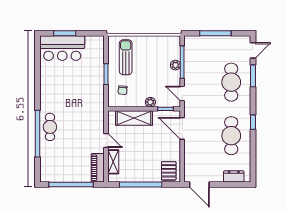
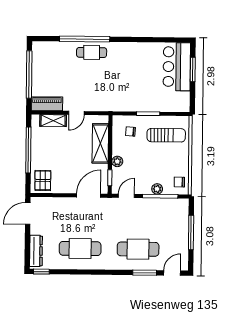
chair: (169, 45) -> (179, 182), added
door: (253, 50) -> (172, 273), swing flipped
window: (253, 122) -> (41, 272), moved
pallet: (169, 171) -> (43, 180), turned 90
dresser: (234, 176) -> (36, 251), width x1.44

